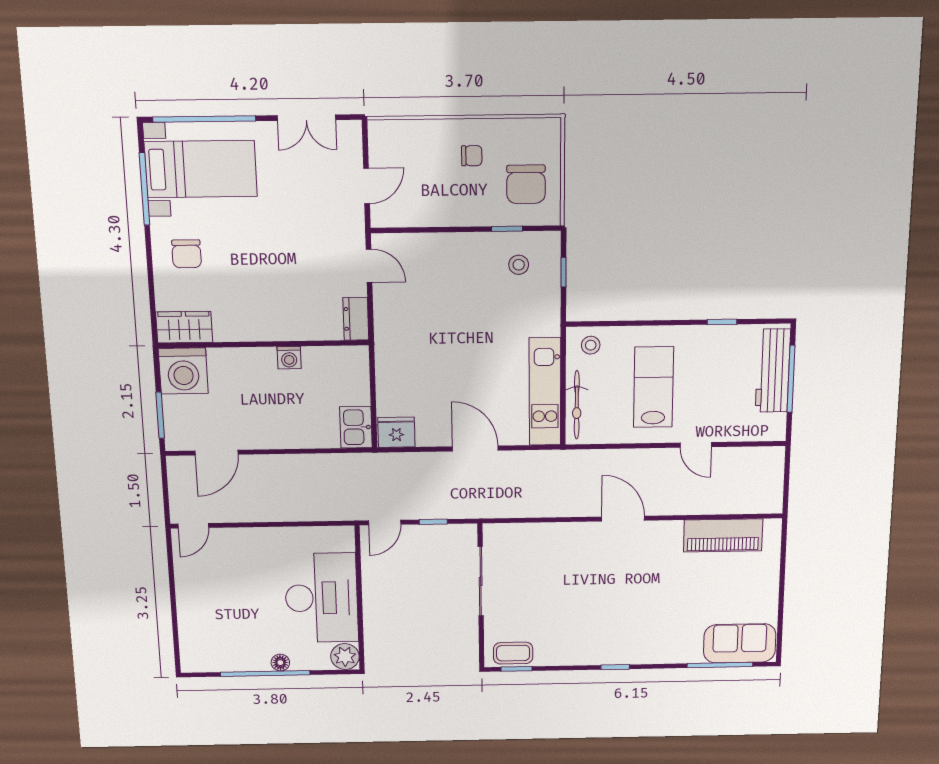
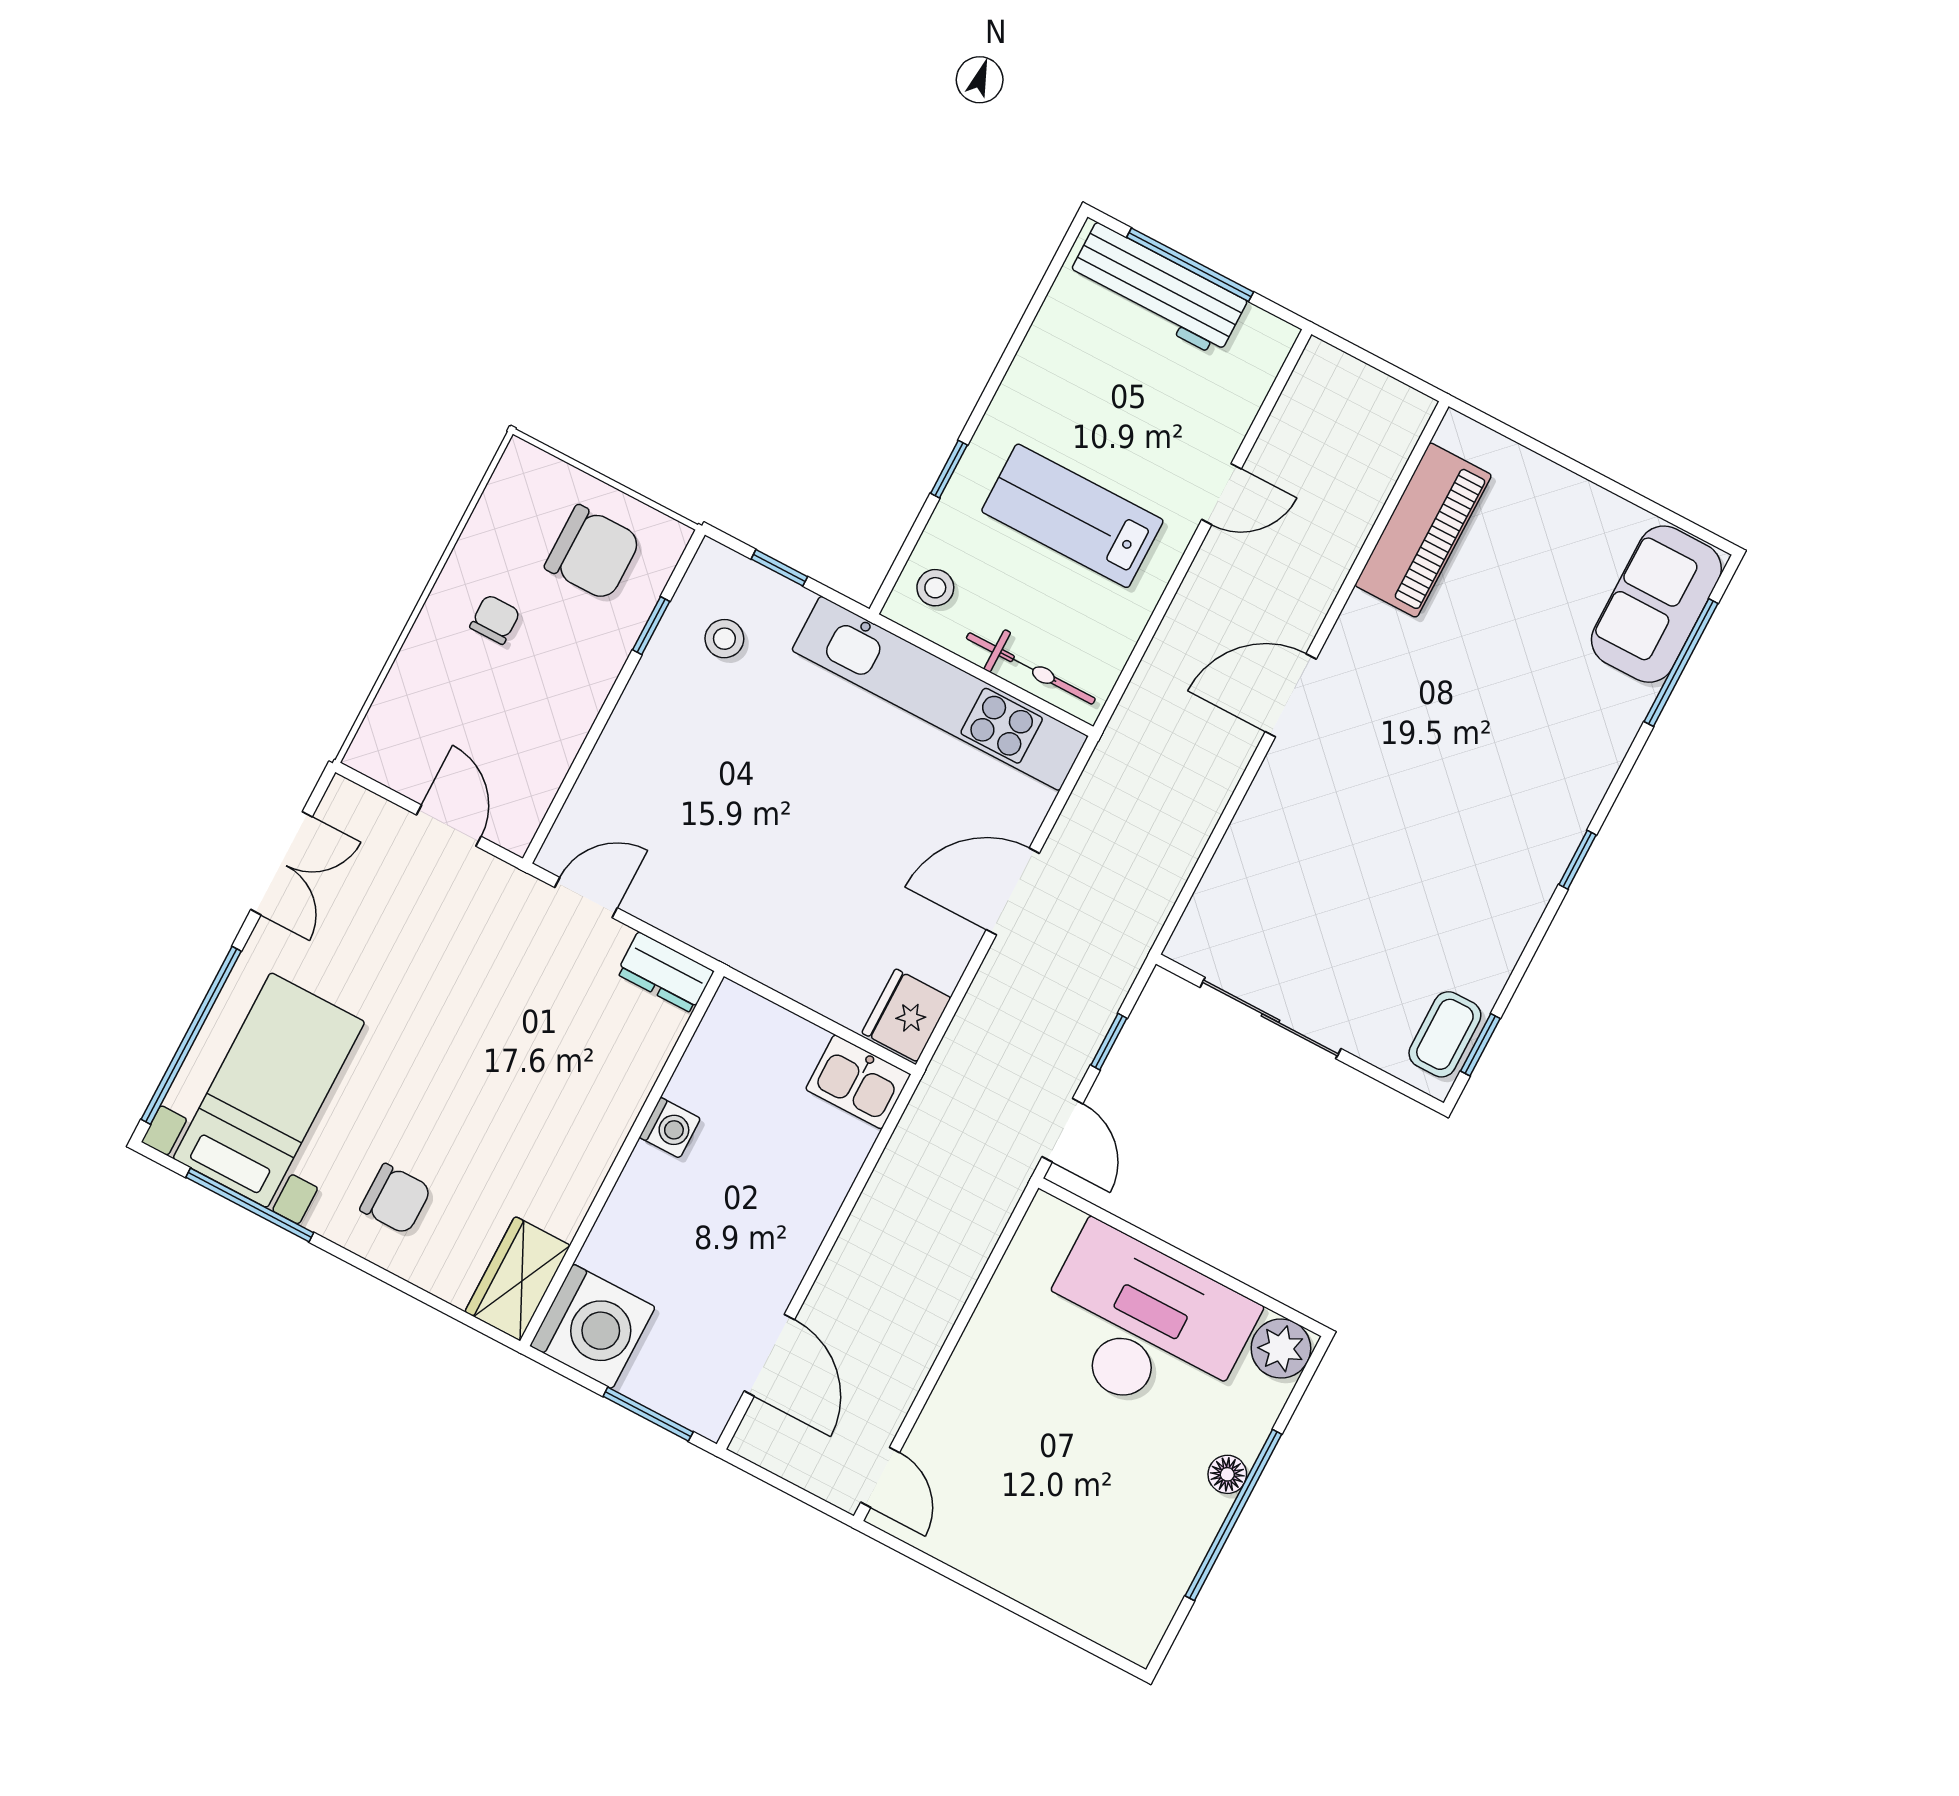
window: (722, 322) -> (949, 469), moved
kitchen unit: (545, 392) -> (940, 693), width x1.36

